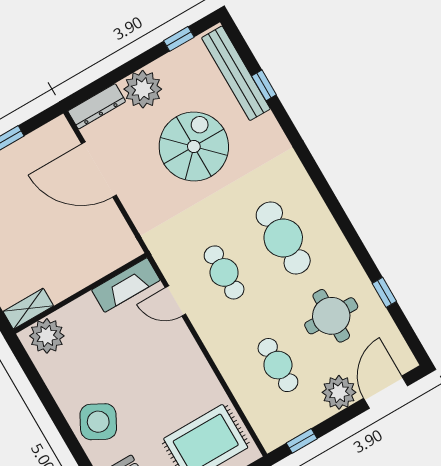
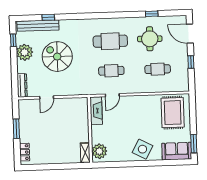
plant: (143, 89) -> (25, 52), moved
door: (99, 170) -> (47, 97), width x0.53
plant: (339, 392) -> (180, 51), removed
window: (302, 441) -> (191, 62), moved

